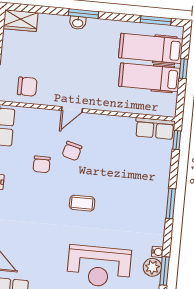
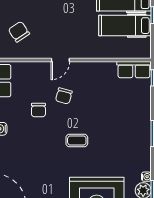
chair: (27, 87) -> (19, 32), moved, turned -124

